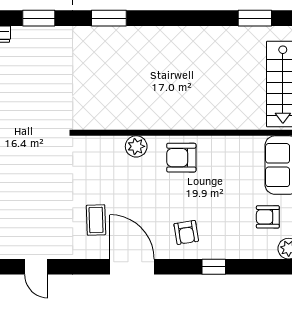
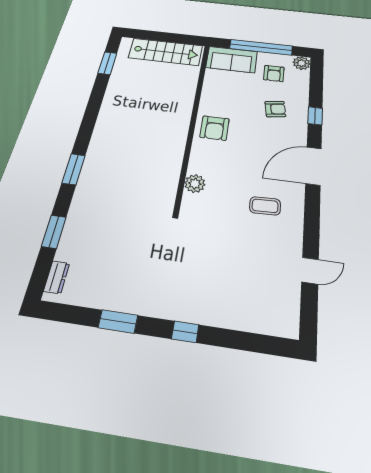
plant: (136, 146) -> (195, 184), moved
armchair: (186, 232) -> (275, 109), moved
door: (132, 267) -> (314, 166), moved

